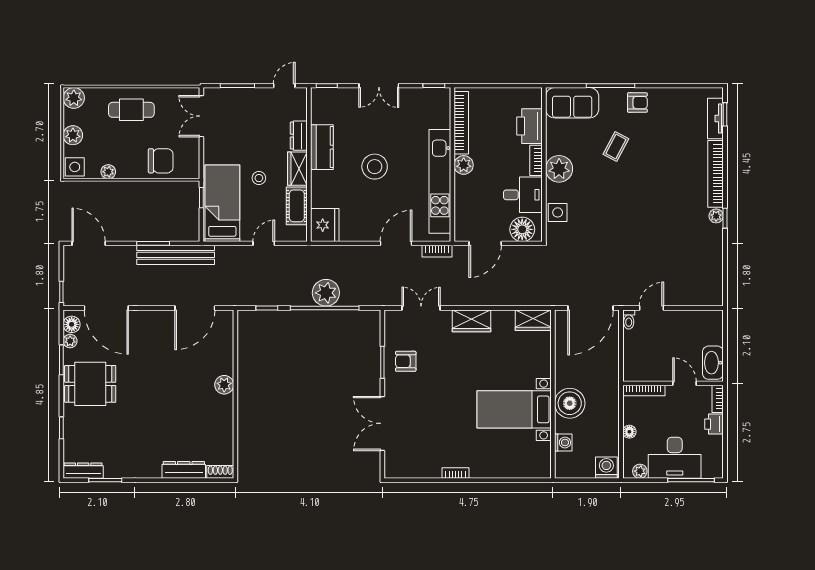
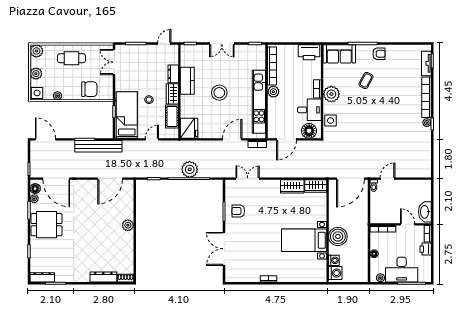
printer: (529, 126) -> (309, 52), moved, turned -90
wardrobe: (472, 321) -> (292, 186), moved
washing machine: (606, 468) -> (335, 273), moved, turned 90

